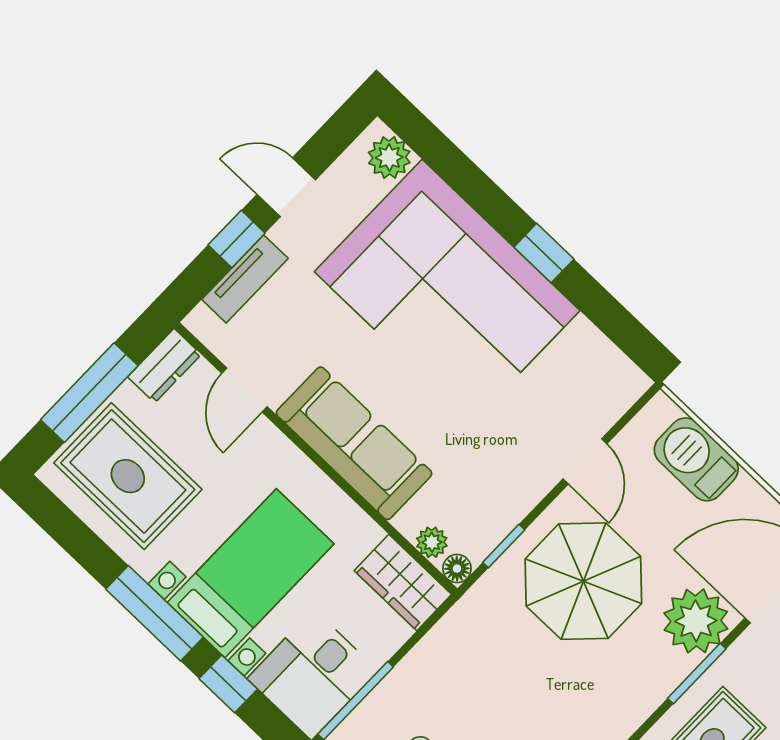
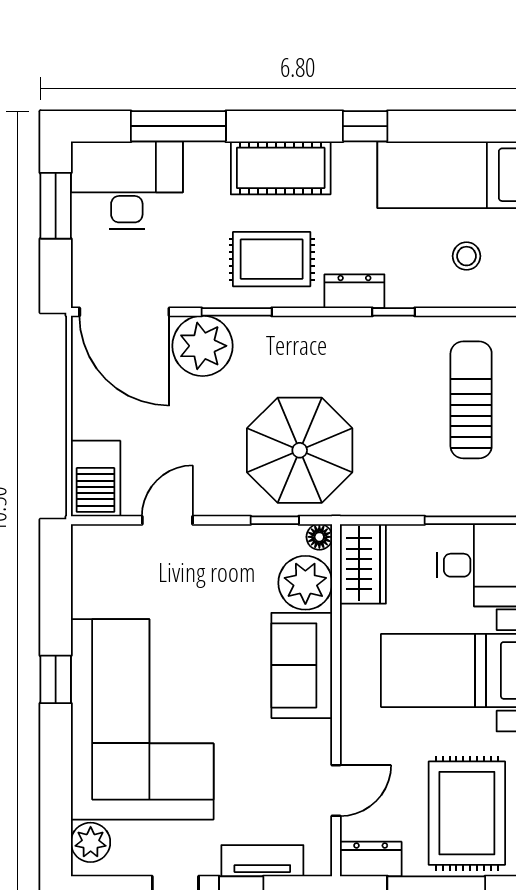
sofa: (354, 443) -> (302, 665), width x0.73
barbecue: (696, 459) -> (96, 479), moved
plant: (432, 542) -> (305, 583), width x1.87, depth x1.87
parasol: (583, 581) -> (300, 450), moved

